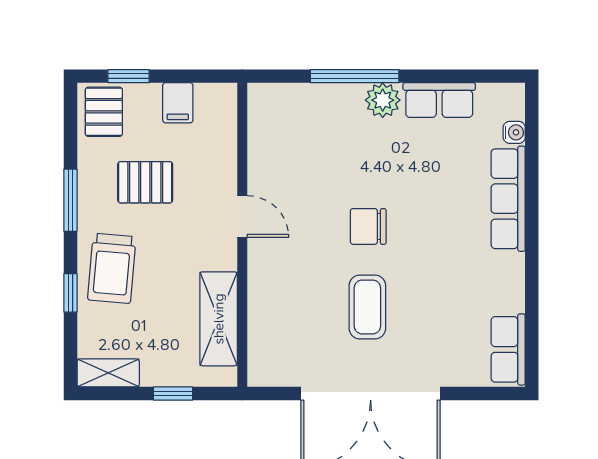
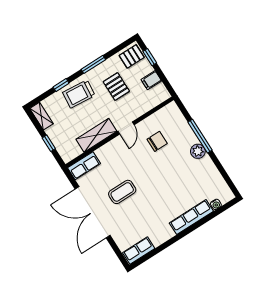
row of seats: (439, 100) -> (84, 166), moved, turned -90
chair: (368, 226) -> (157, 141), moved, turned 90
shelving: (219, 319) -> (96, 135), moved

